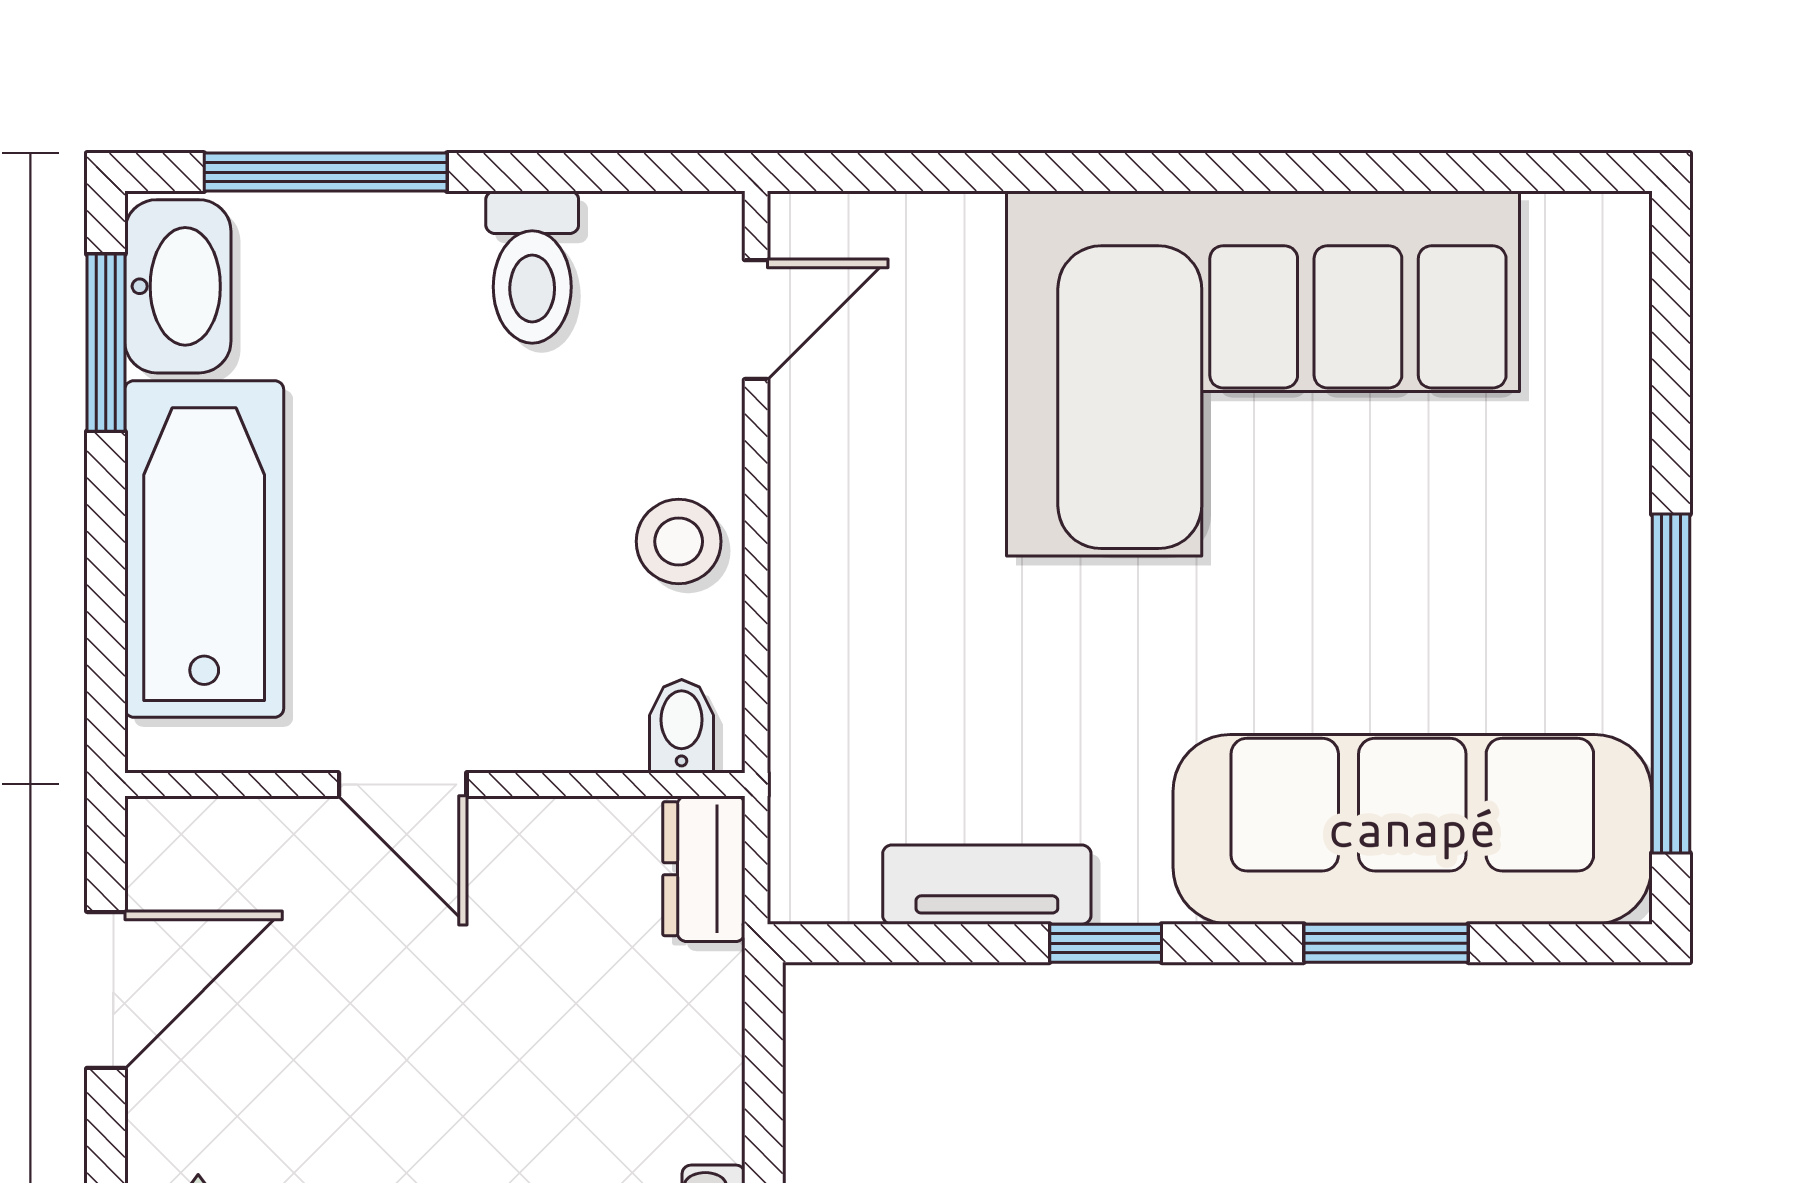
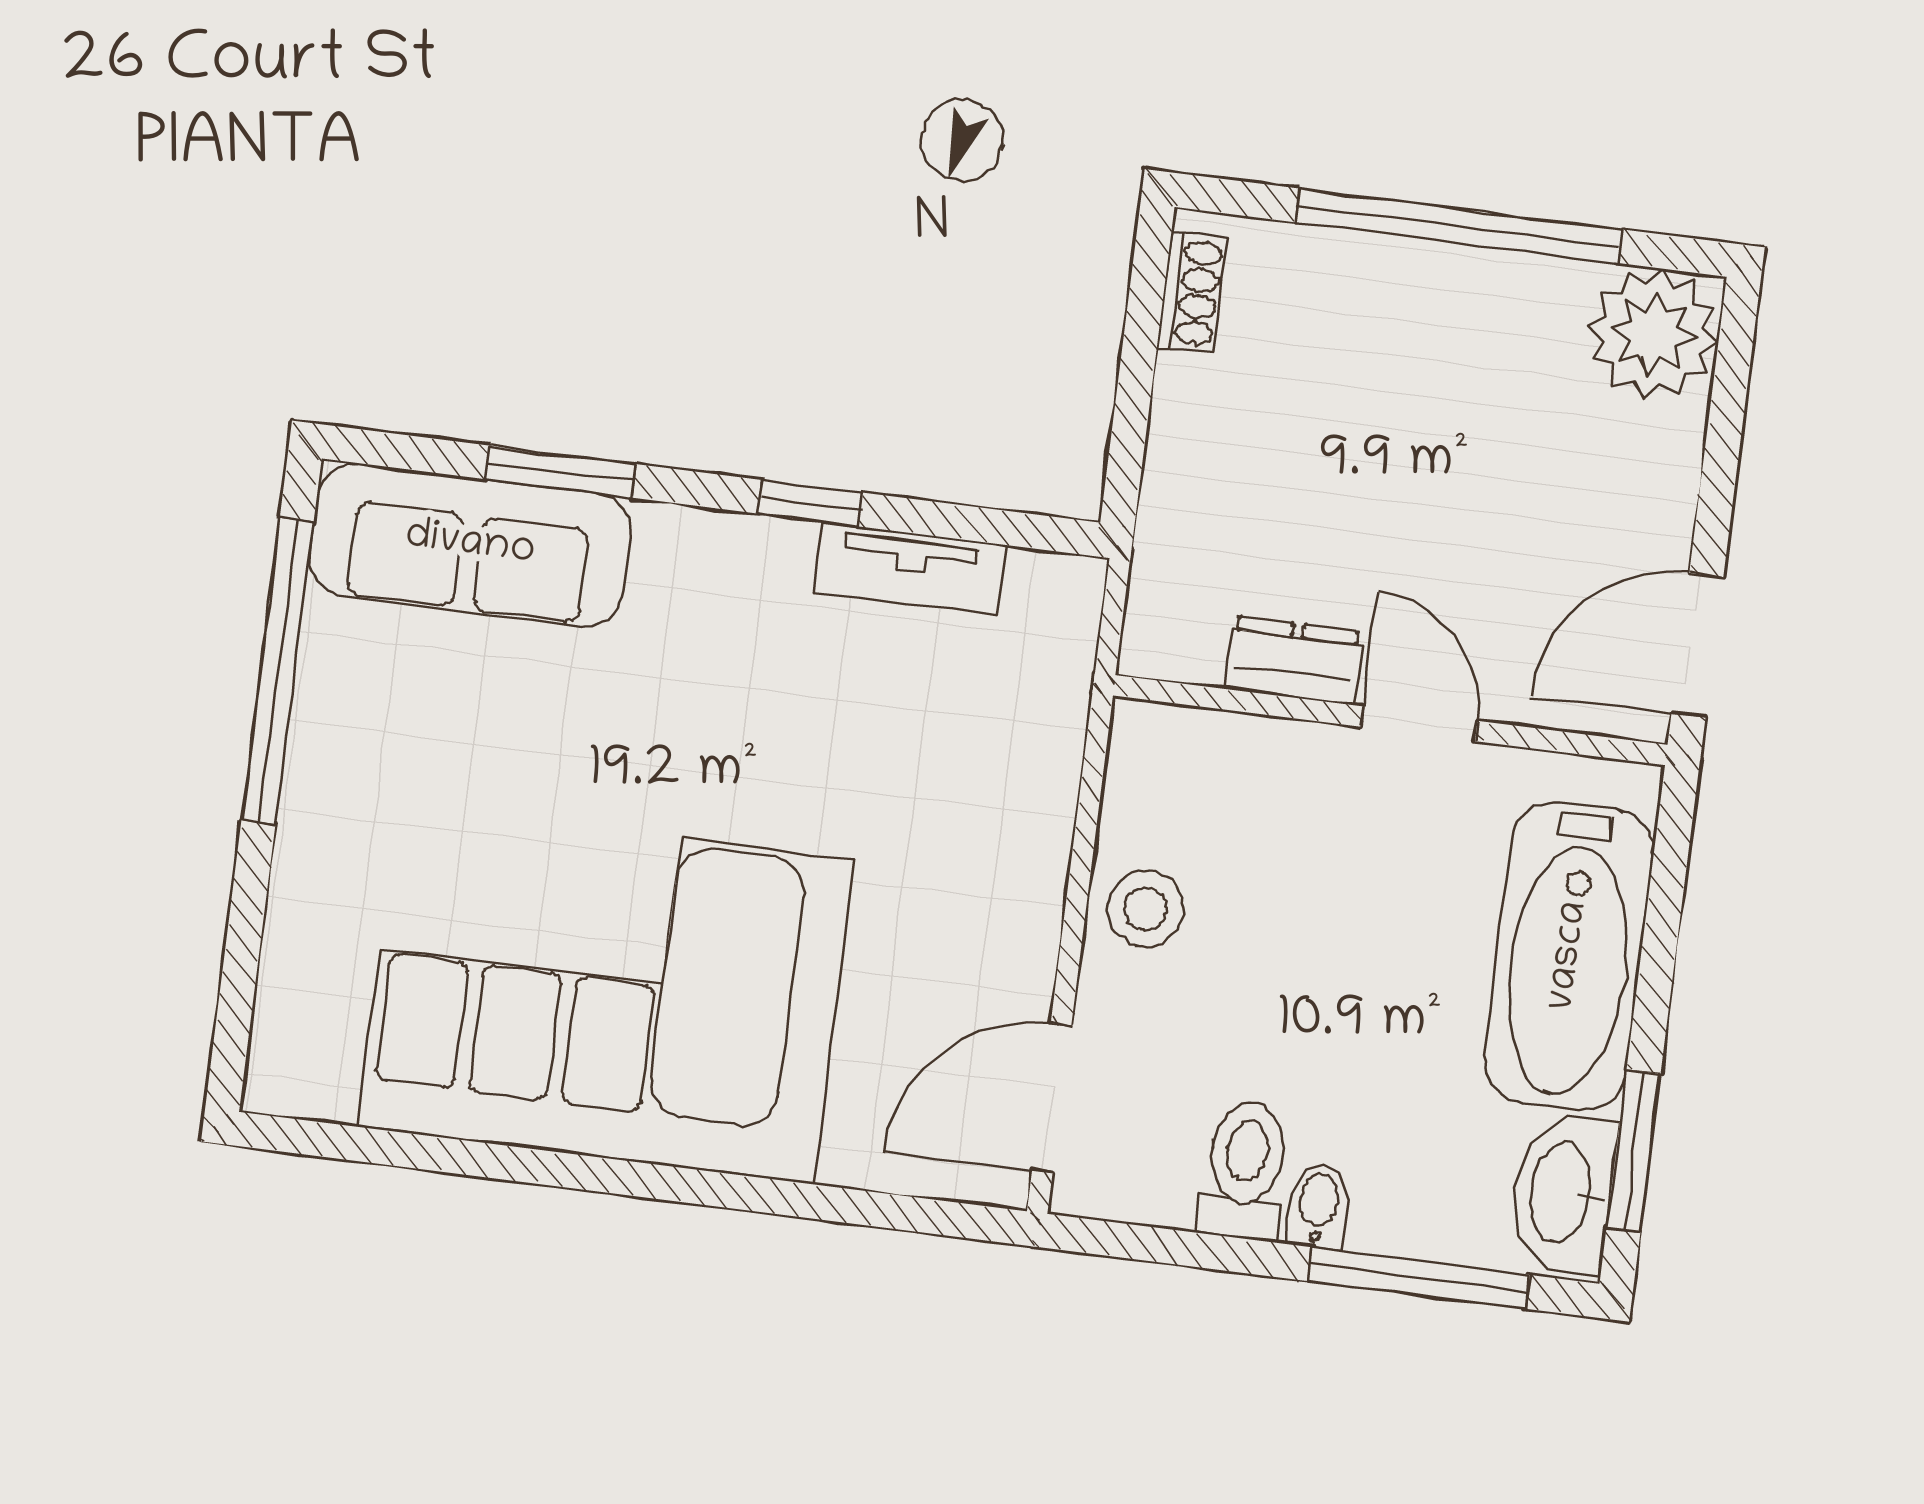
door: (756, 320) -> (1052, 1098), width x1.38
bidet: (682, 726) -> (1318, 1206), moved, turned 180
sofa: (1412, 829) -> (470, 545), width x0.74, depth x0.79
dresser: (704, 869) -> (1294, 661), moved, turned -90
door: (106, 990) -> (1697, 645), moved

